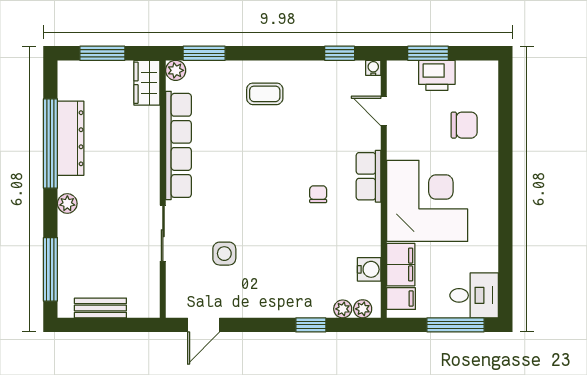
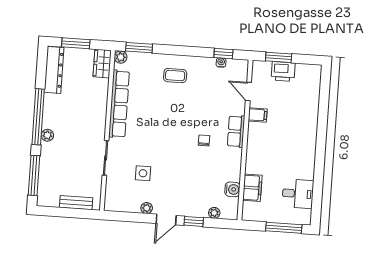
water cooler: (373, 68) -> (221, 63), moved
chair: (464, 125) -> (298, 104), removed
dresser: (71, 138) -> (54, 70), moved
window: (50, 143) -> (38, 117), moved
corner desk: (427, 201) -> (272, 149), removed
desk: (474, 295) -> (298, 194), moved
filing cabinet: (401, 299) -> (258, 115), moved
bench: (100, 308) -> (76, 203), moved
plant: (363, 309) -> (147, 208), moved
door: (204, 325) -> (166, 220), moved

